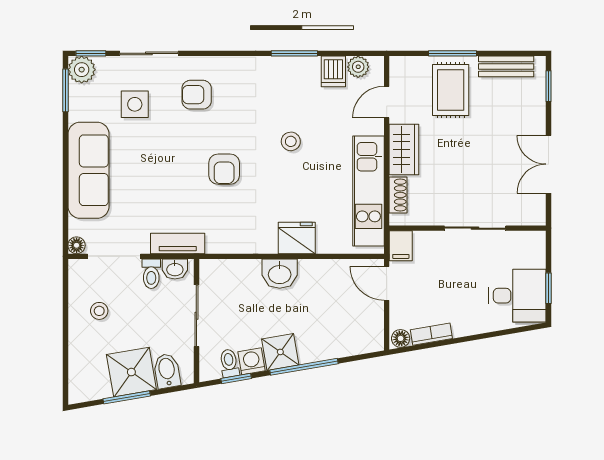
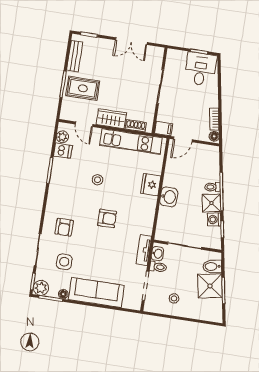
floor lamp: (77, 245) -> (63, 294), moved
toilet: (229, 363) -> (212, 187), moved

